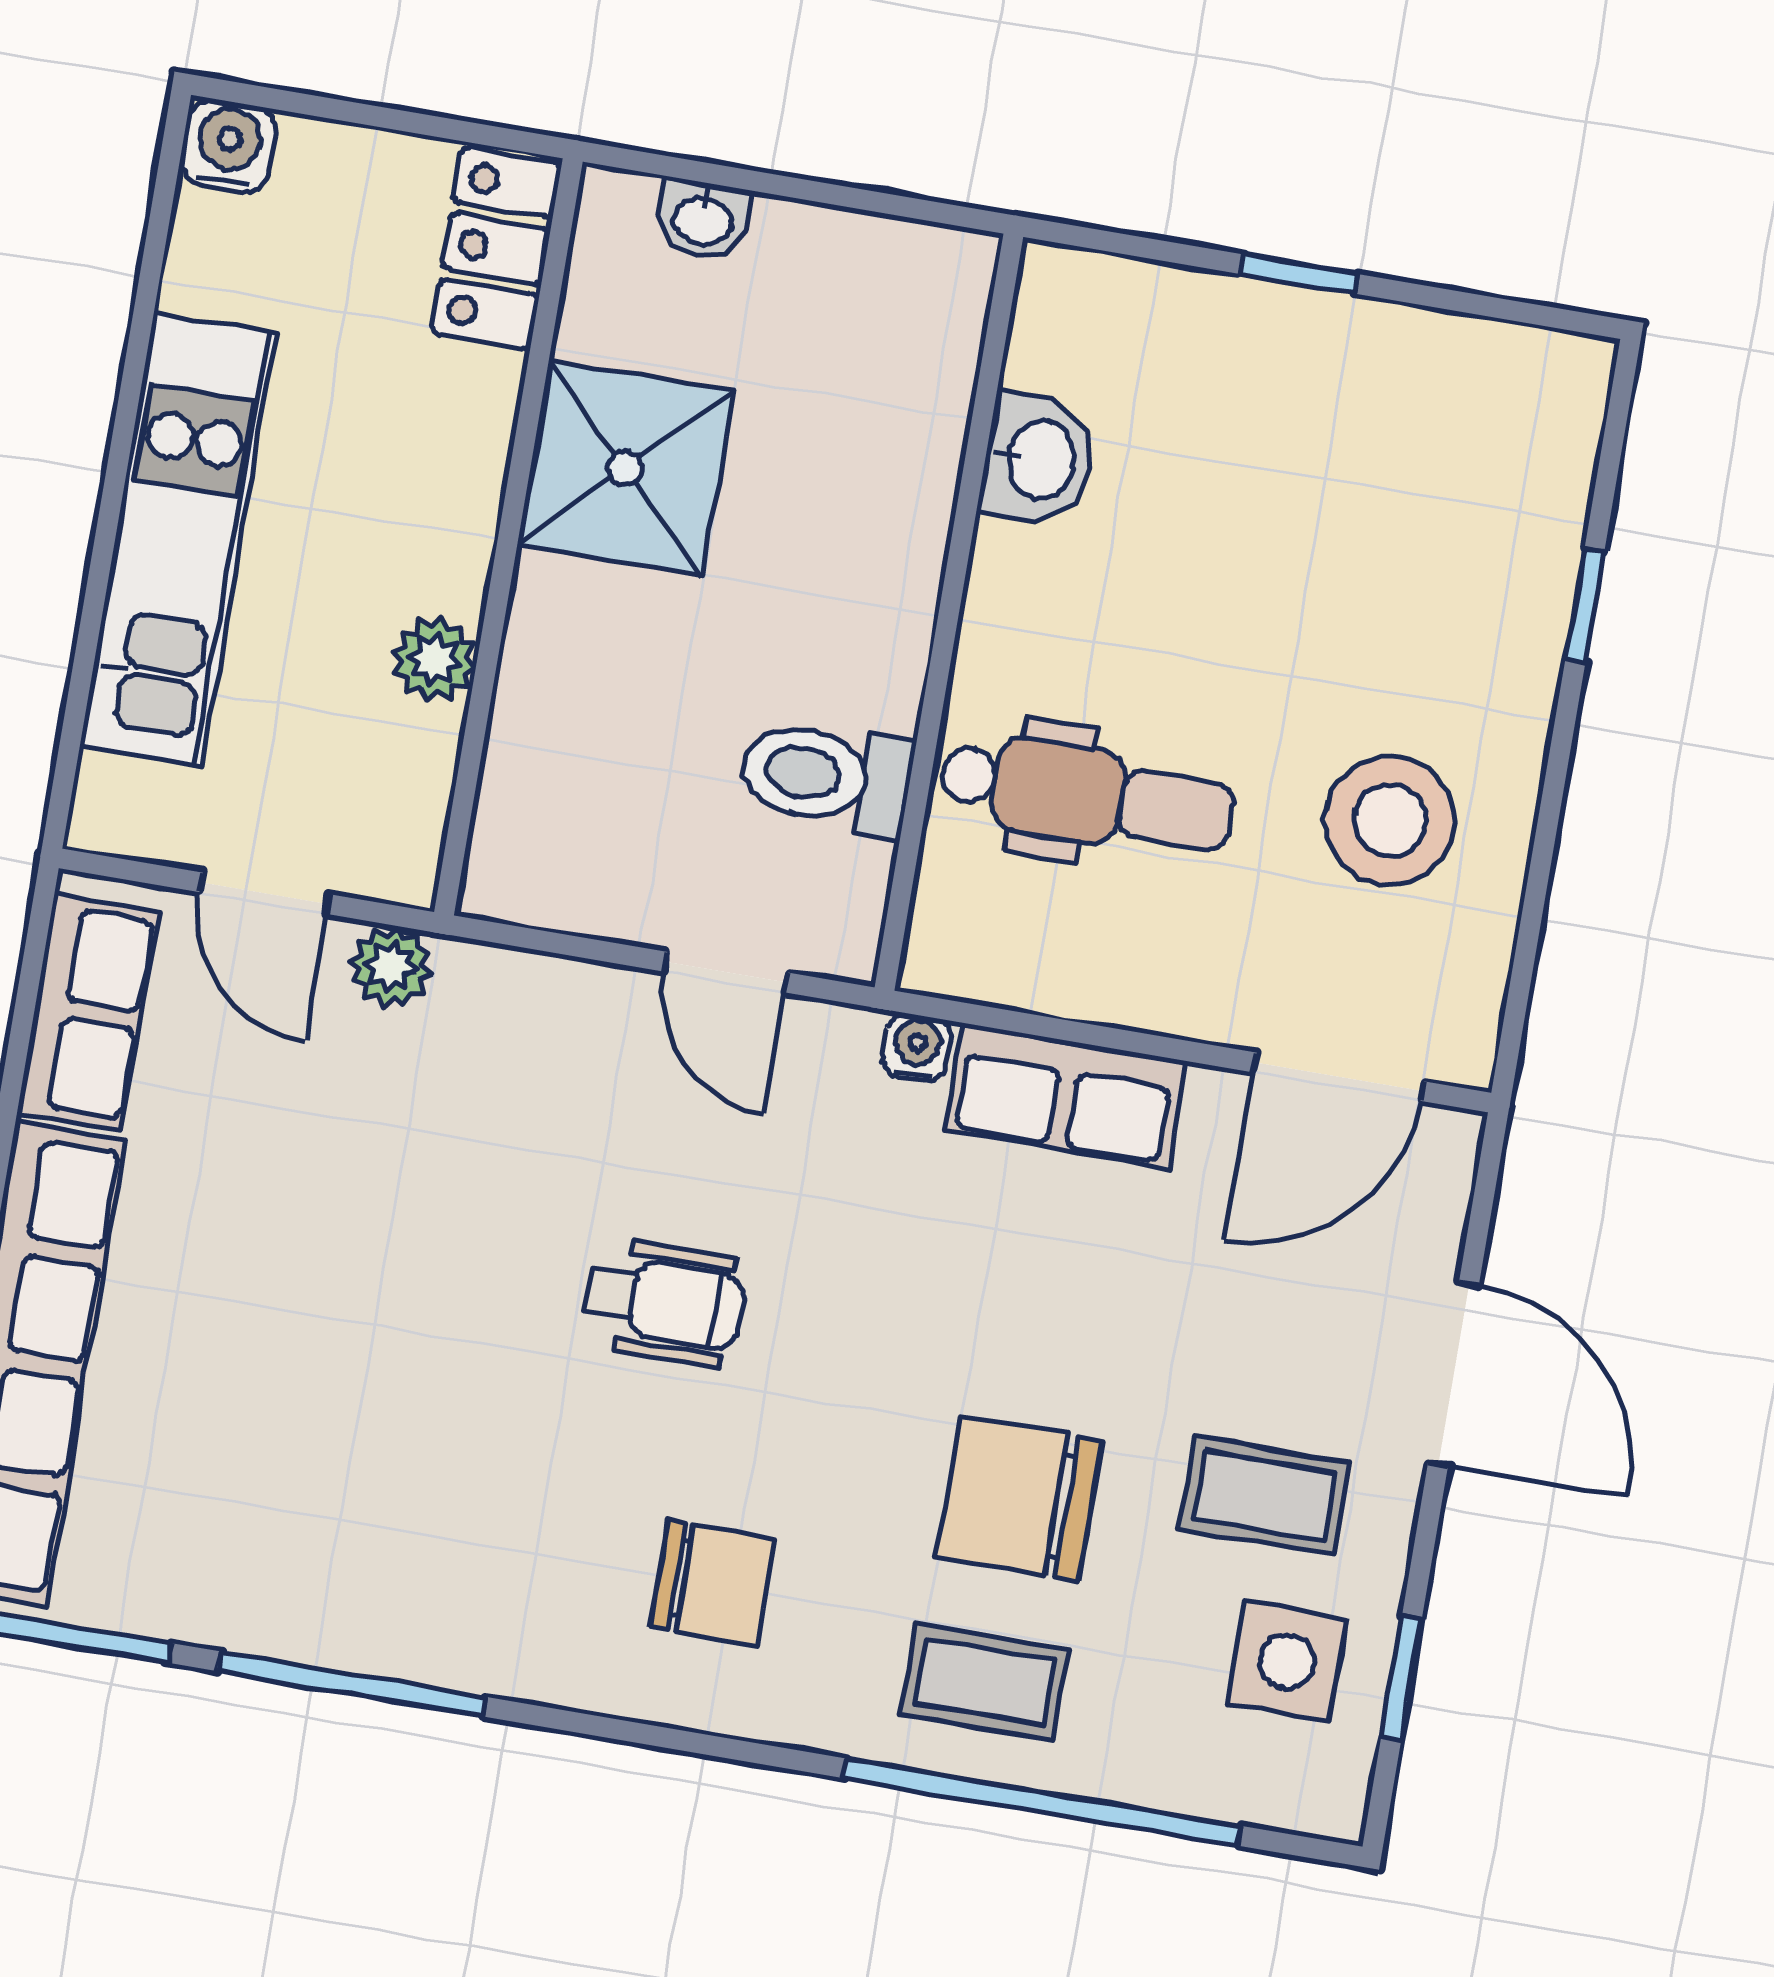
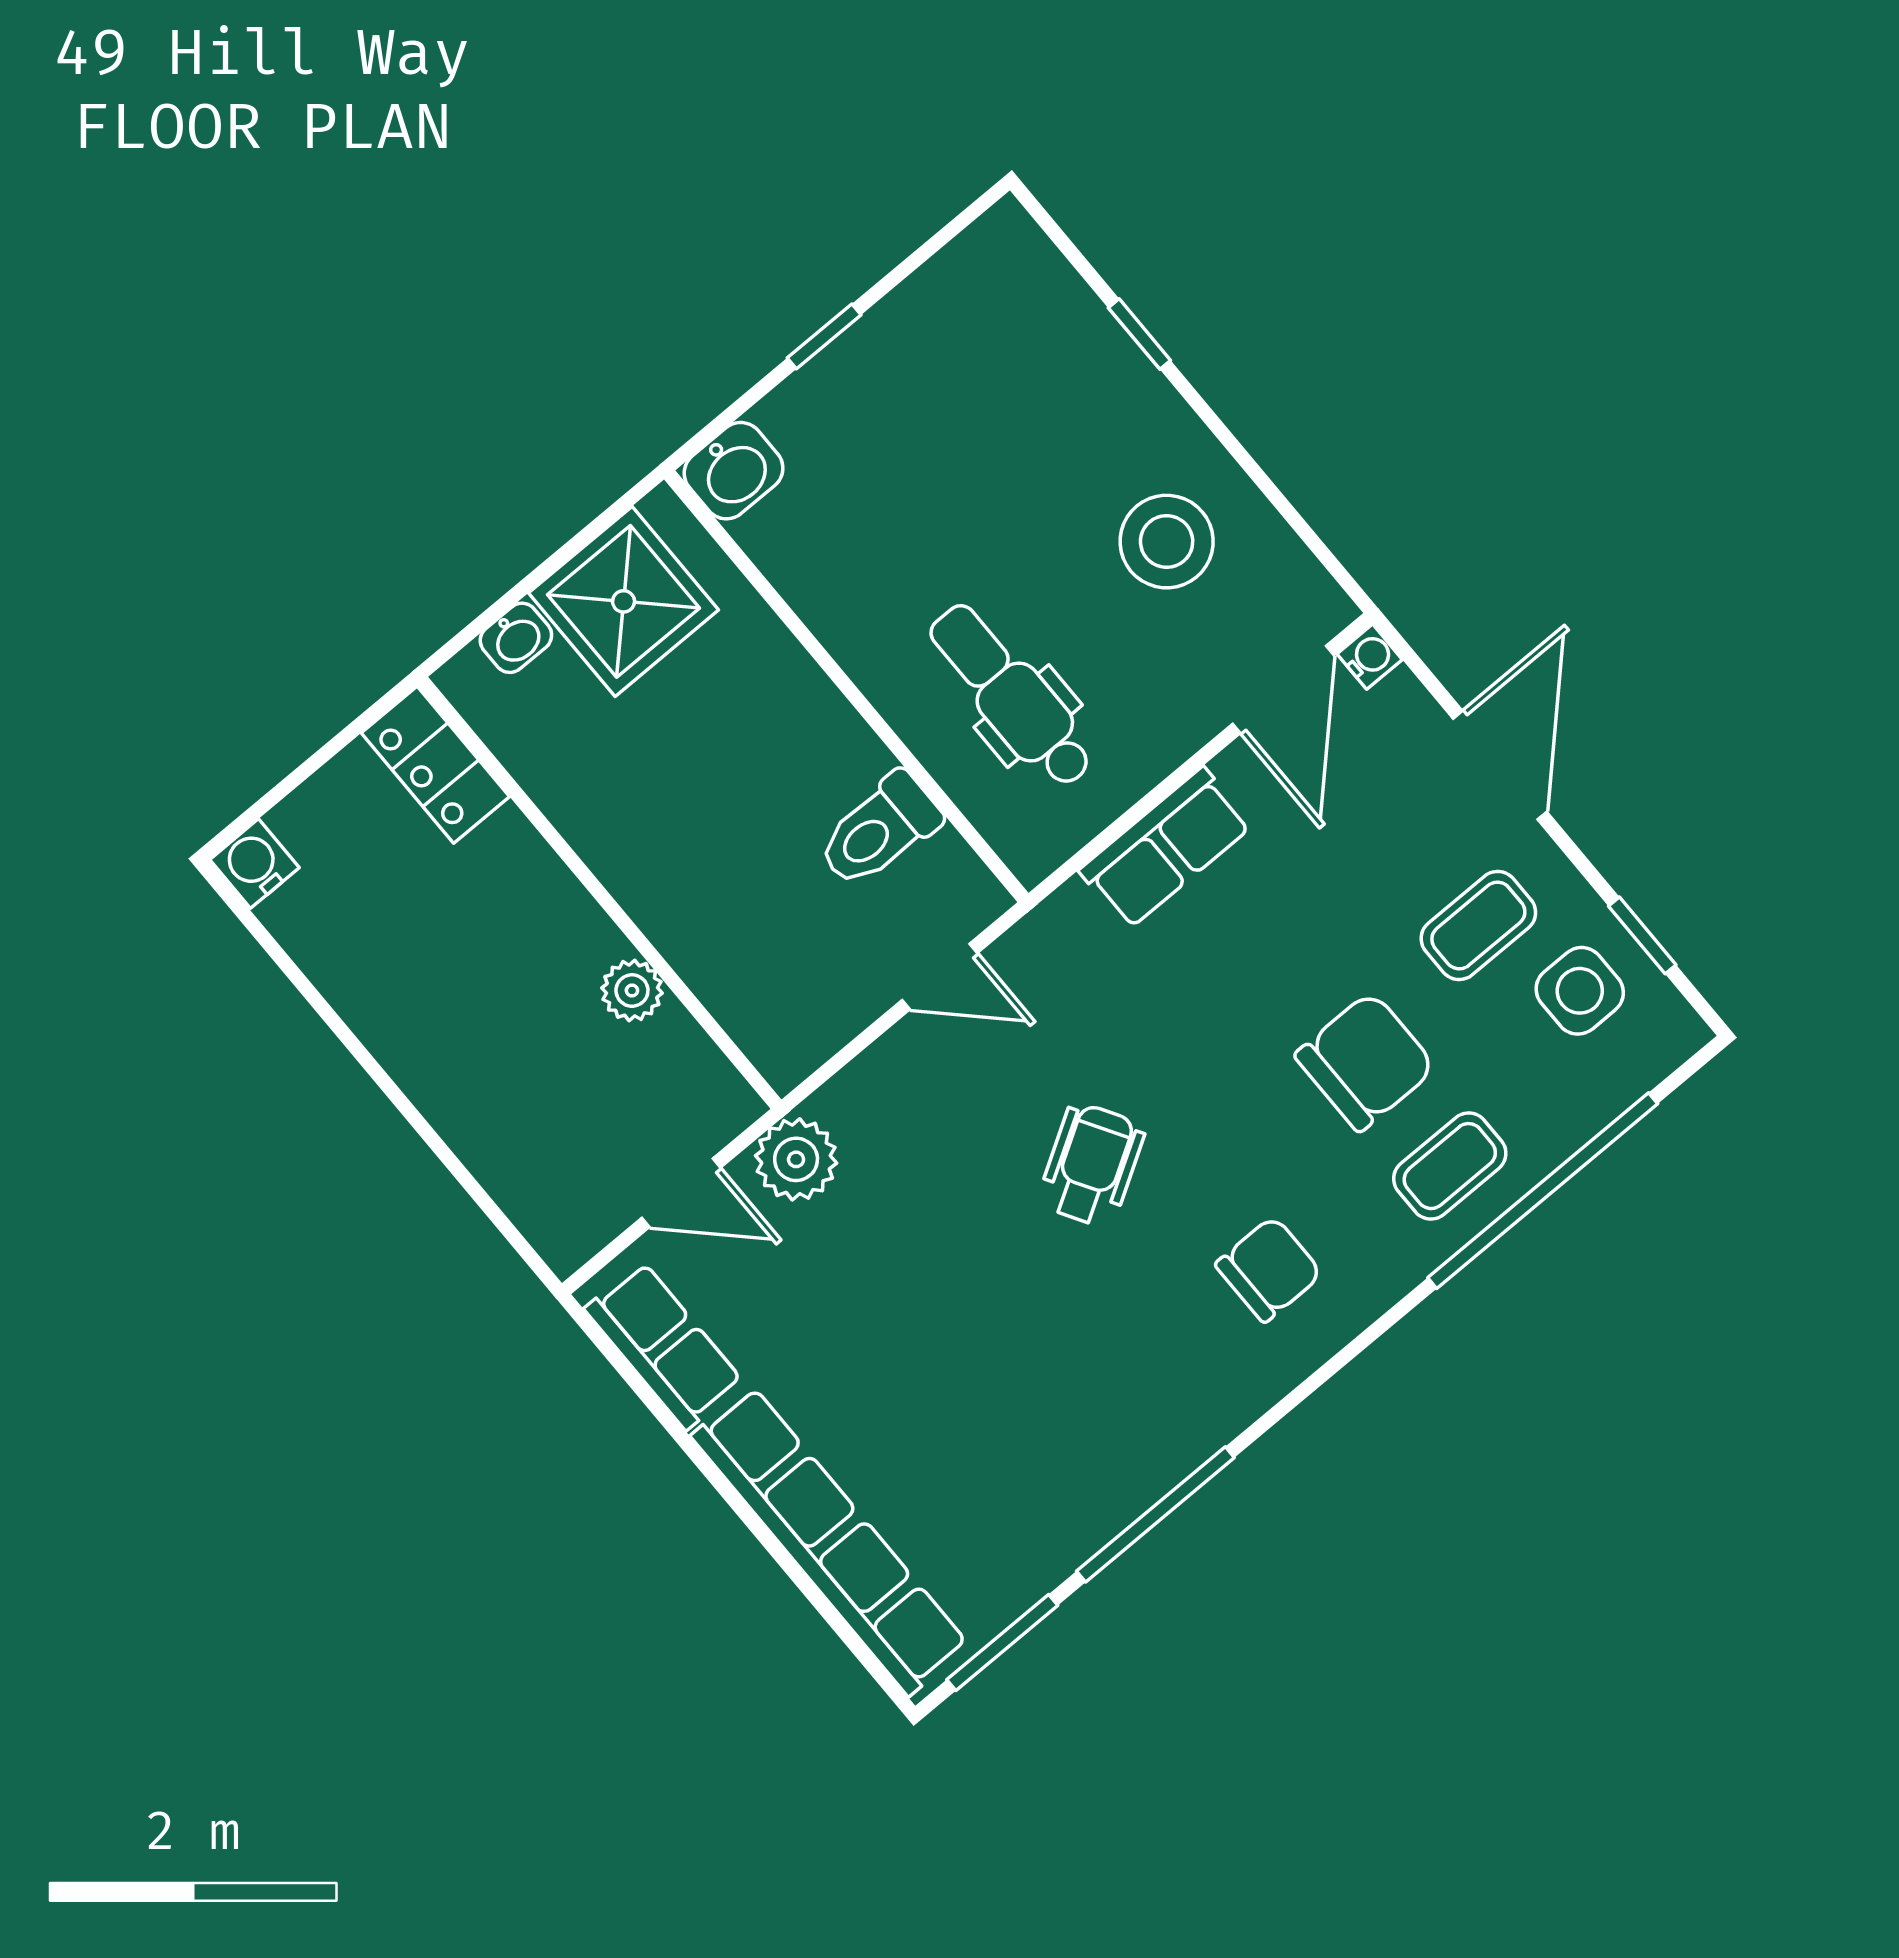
washbasin: (1038, 459) -> (734, 471), moved, turned 90
shower: (625, 468) -> (624, 601), moved
kitchen unit: (178, 540) -> (446, 1075), removed
dental chair: (1087, 795) -> (1011, 696), turned -90
plant: (391, 967) -> (796, 1159), width x1.38, depth x1.38
water cooler: (917, 1048) -> (1370, 657), moved, turned 90
wheelchair: (664, 1302) -> (1091, 1165), turned -31
door: (1453, 1374) -> (1500, 765), hinge flipped
chair: (1019, 1498) -> (1365, 1061), turned 180

